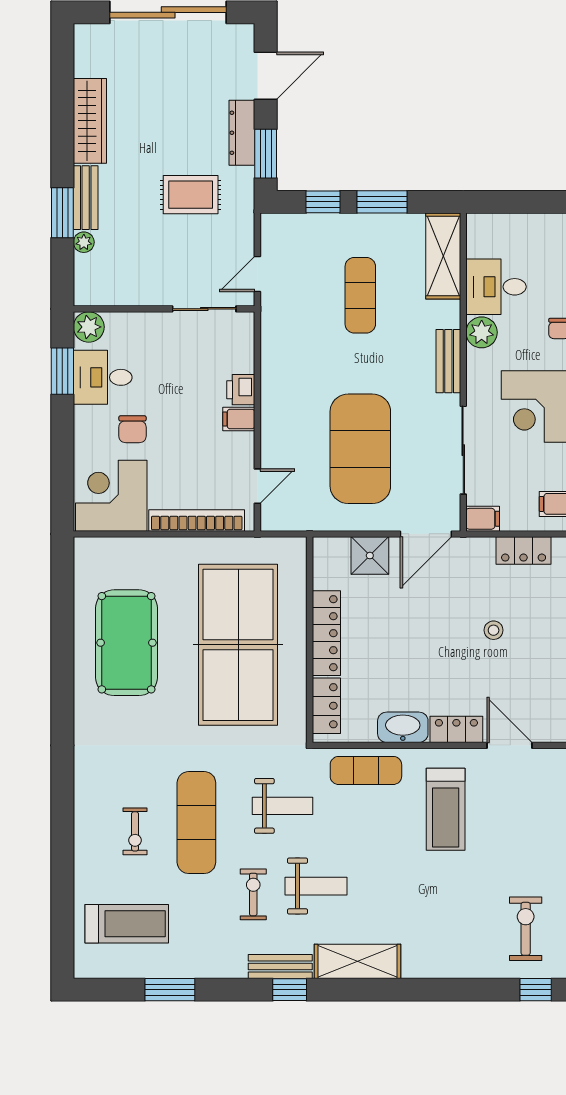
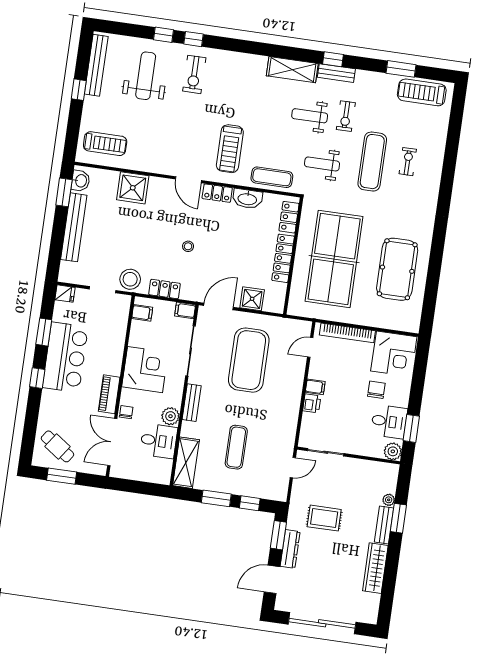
treadmill: (446, 809) -> (230, 149), turned 180
treadmill: (127, 924) -> (422, 92), moved

